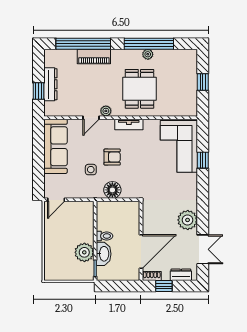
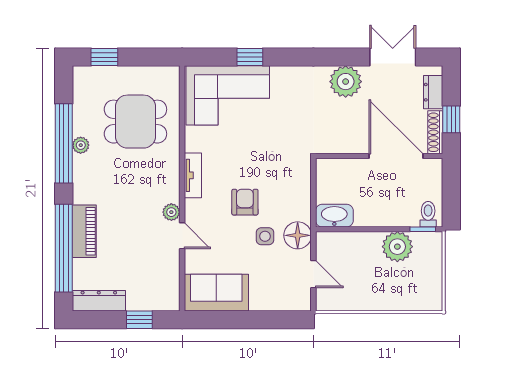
window: (203, 82) -> (104, 57), moved
dresser: (50, 84) -> (99, 301), moved
dining table: (139, 89) -> (135, 122), moved
sofa: (56, 146) -> (216, 293), width x0.73
floor lamp: (112, 190) -> (298, 235), moved
door: (56, 200) -> (313, 274), moved
toilet: (105, 236) -> (428, 214), moved
washbasin: (104, 254) -> (334, 216), moved
shoe rack: (152, 276) -> (435, 132), width x1.43

